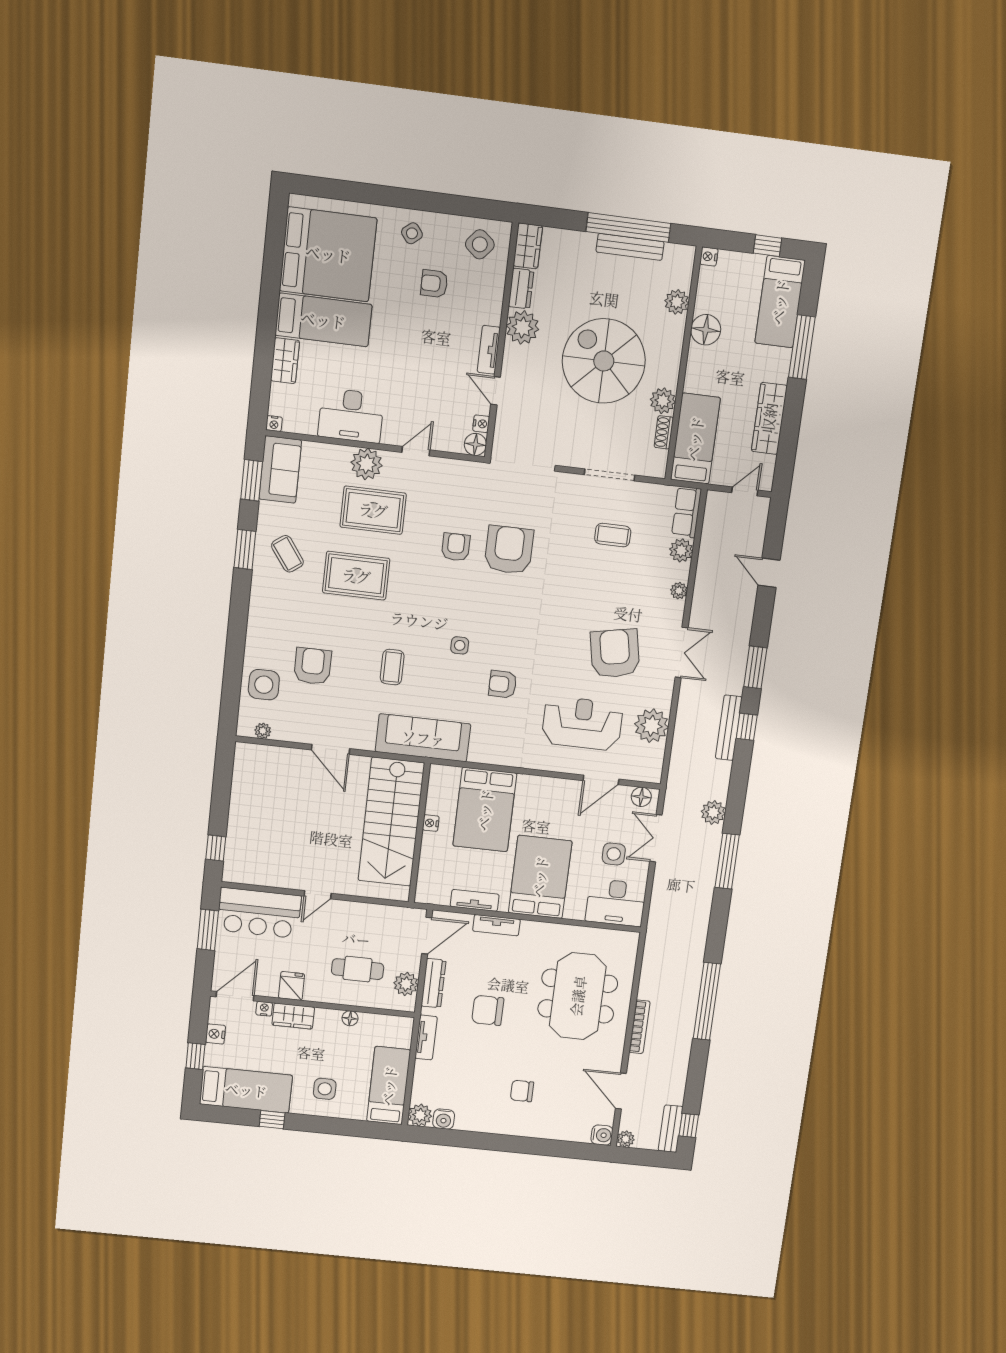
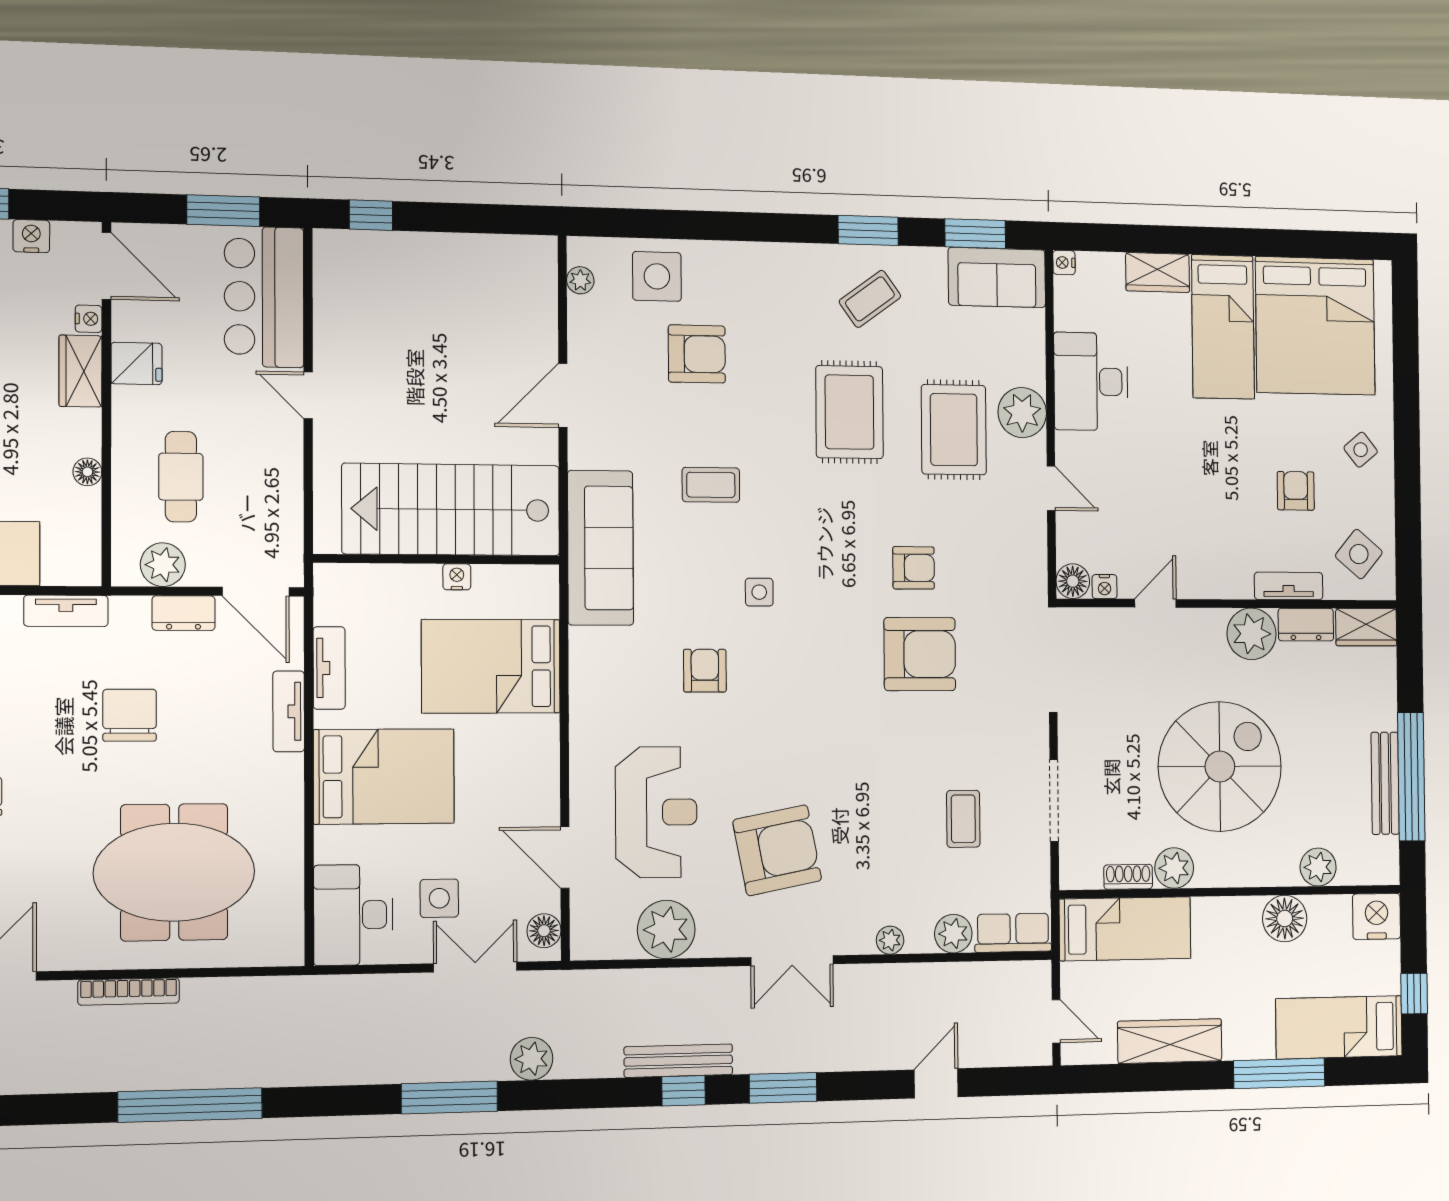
nightstand: (709, 256) -> (1377, 916), width x1.89, depth x1.79
tv unit: (489, 350) -> (1289, 586), moved
dresser: (434, 983) -> (184, 613), width x0.70

